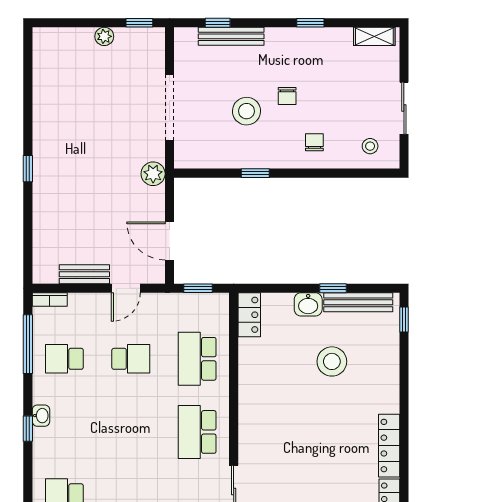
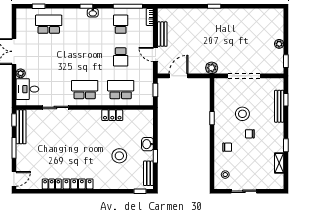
shelving: (374, 36) -> (279, 163), moved
bench: (358, 302) -> (148, 173), width x0.73
locker: (249, 315) -> (112, 115), moved

